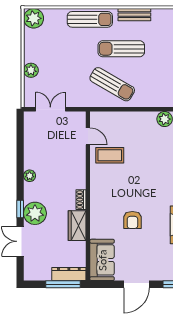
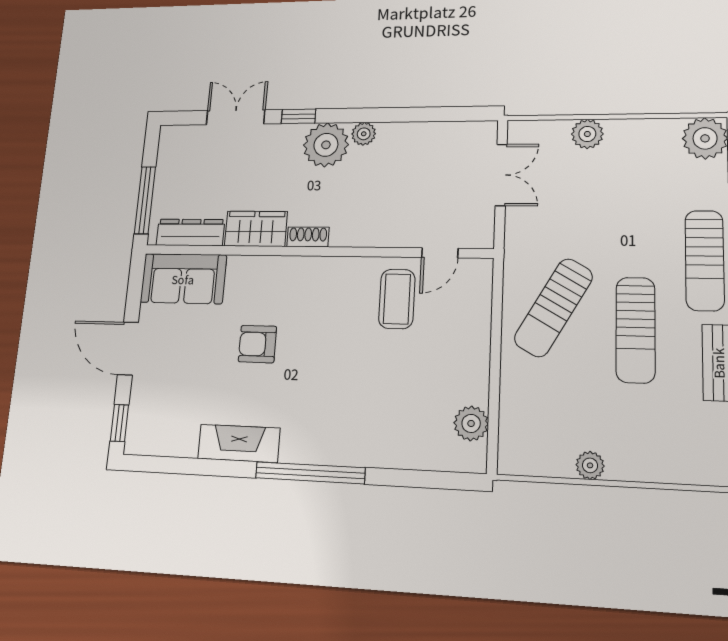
sun lounger: (121, 49) -> (635, 330), turned 180
plant: (35, 213) -> (326, 145), moved
dresser: (69, 274) -> (190, 232), moved, turned -90

